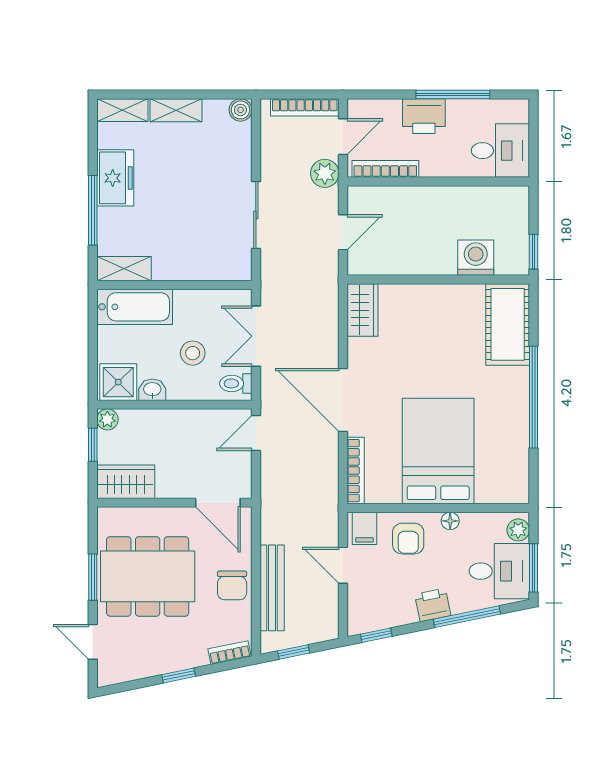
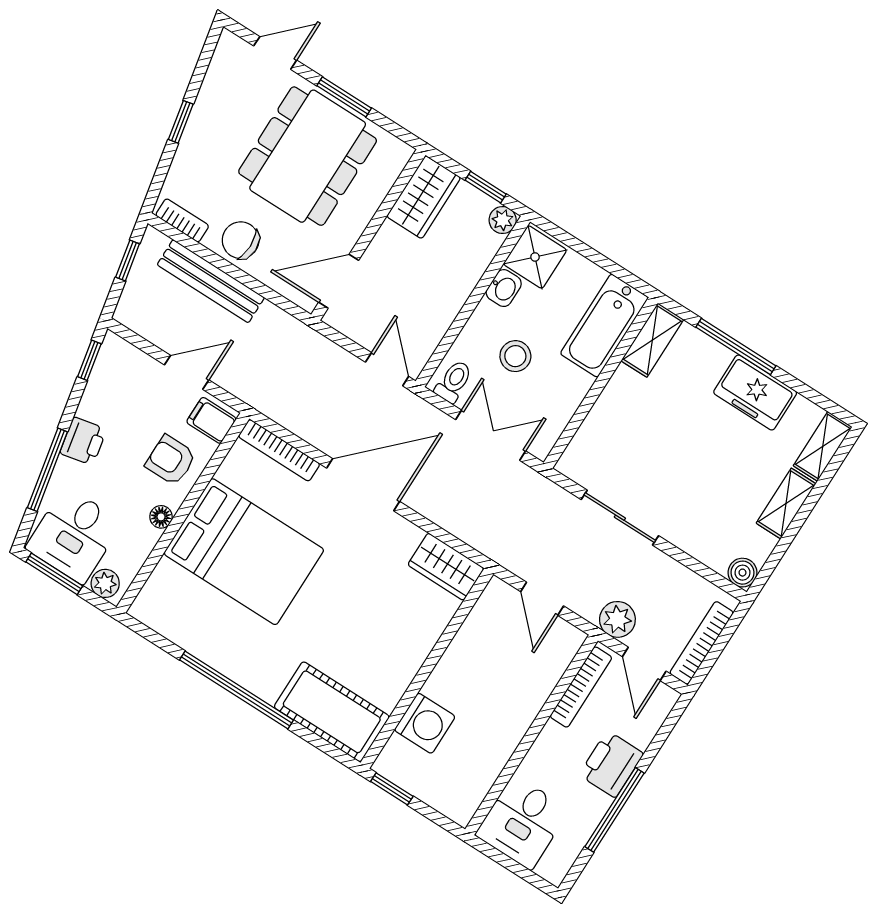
bookcase: (229, 653) -> (182, 220), moved, turned -78

